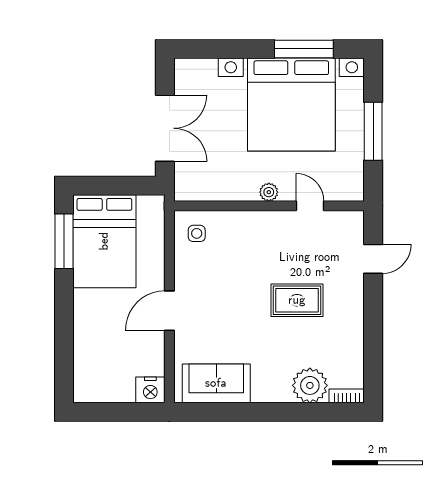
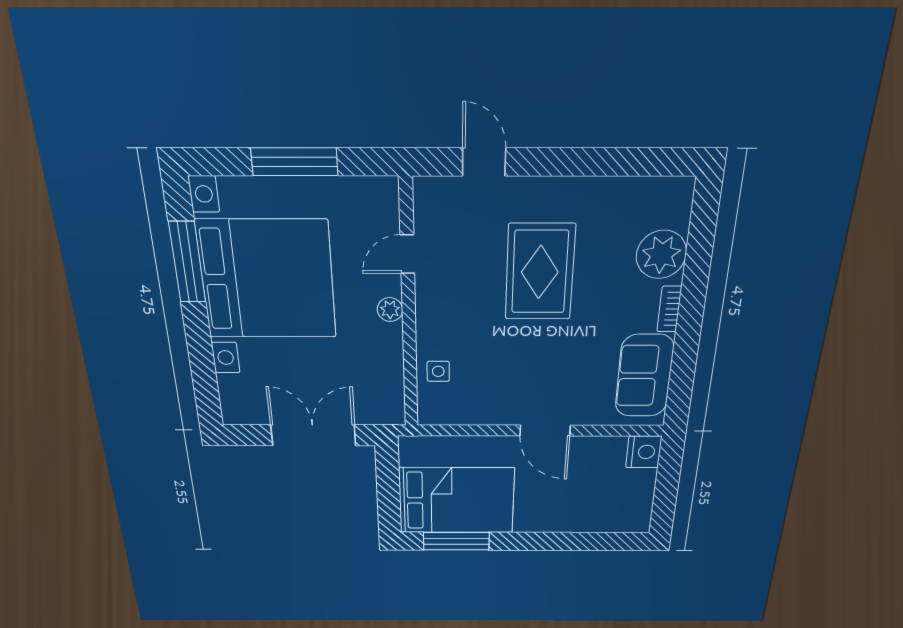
side table: (197, 233) -> (438, 371), moved
rug: (297, 300) -> (540, 272), width x1.36, depth x1.43
bookcase: (347, 396) -> (669, 309), moved

